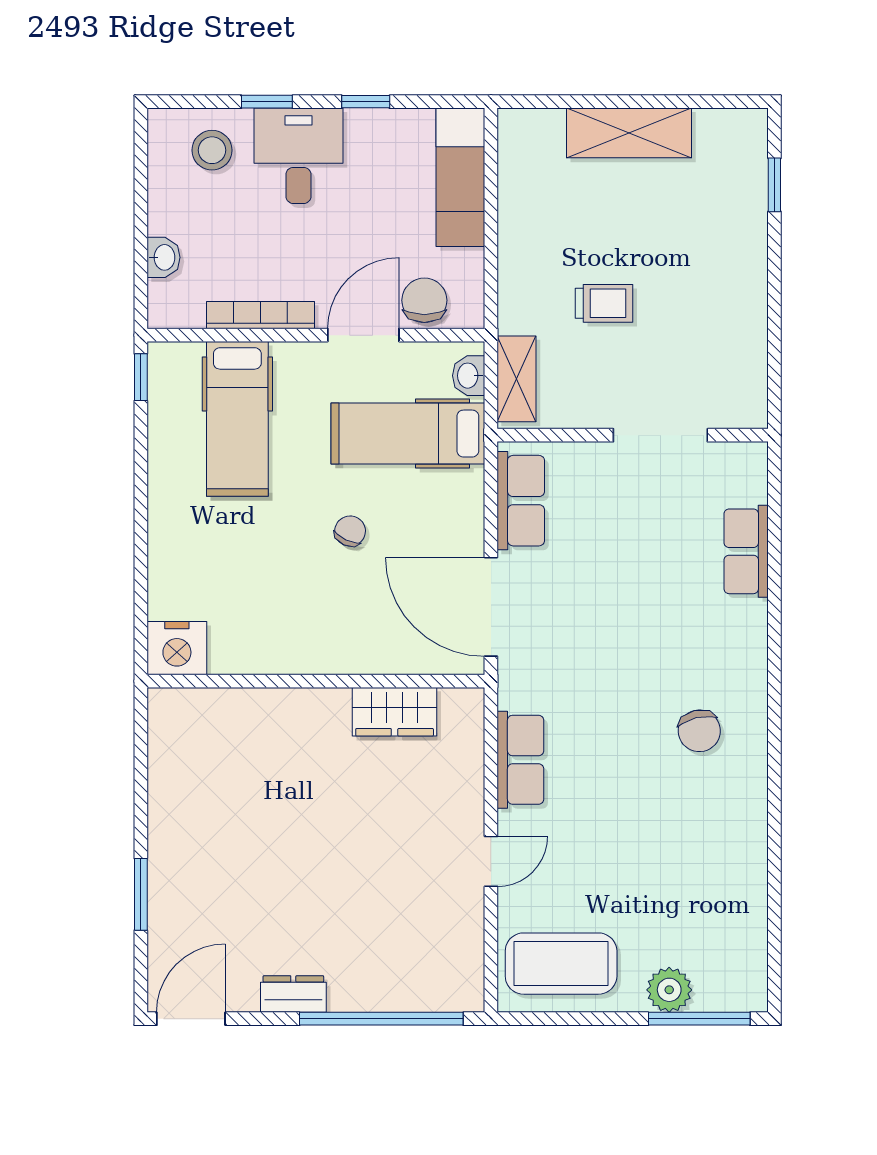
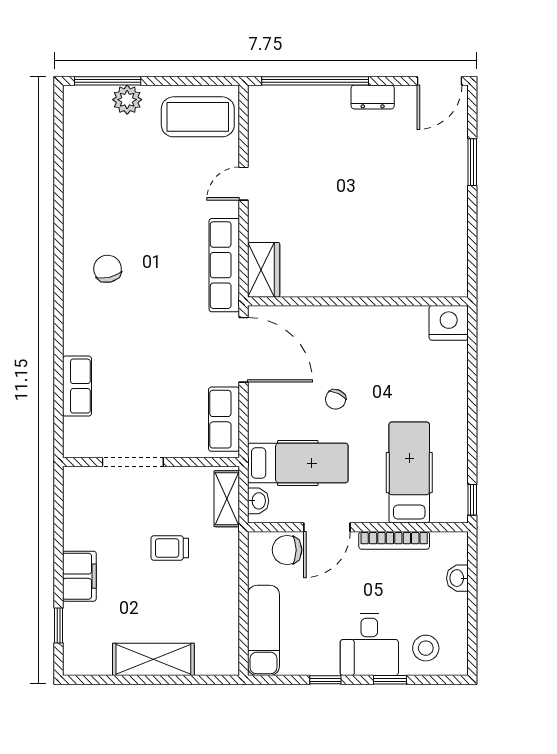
filing cabinet: (742, 260) -> (79, 576), added
chair: (424, 300) -> (287, 550), turned 90
wardrobe: (395, 712) -> (264, 270), moved, turned 90
row of seats: (520, 760) -> (224, 265), width x1.48

